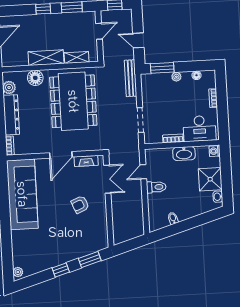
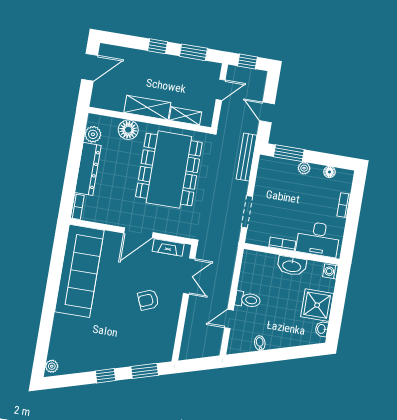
door: (143, 172) -> (229, 319), moved

